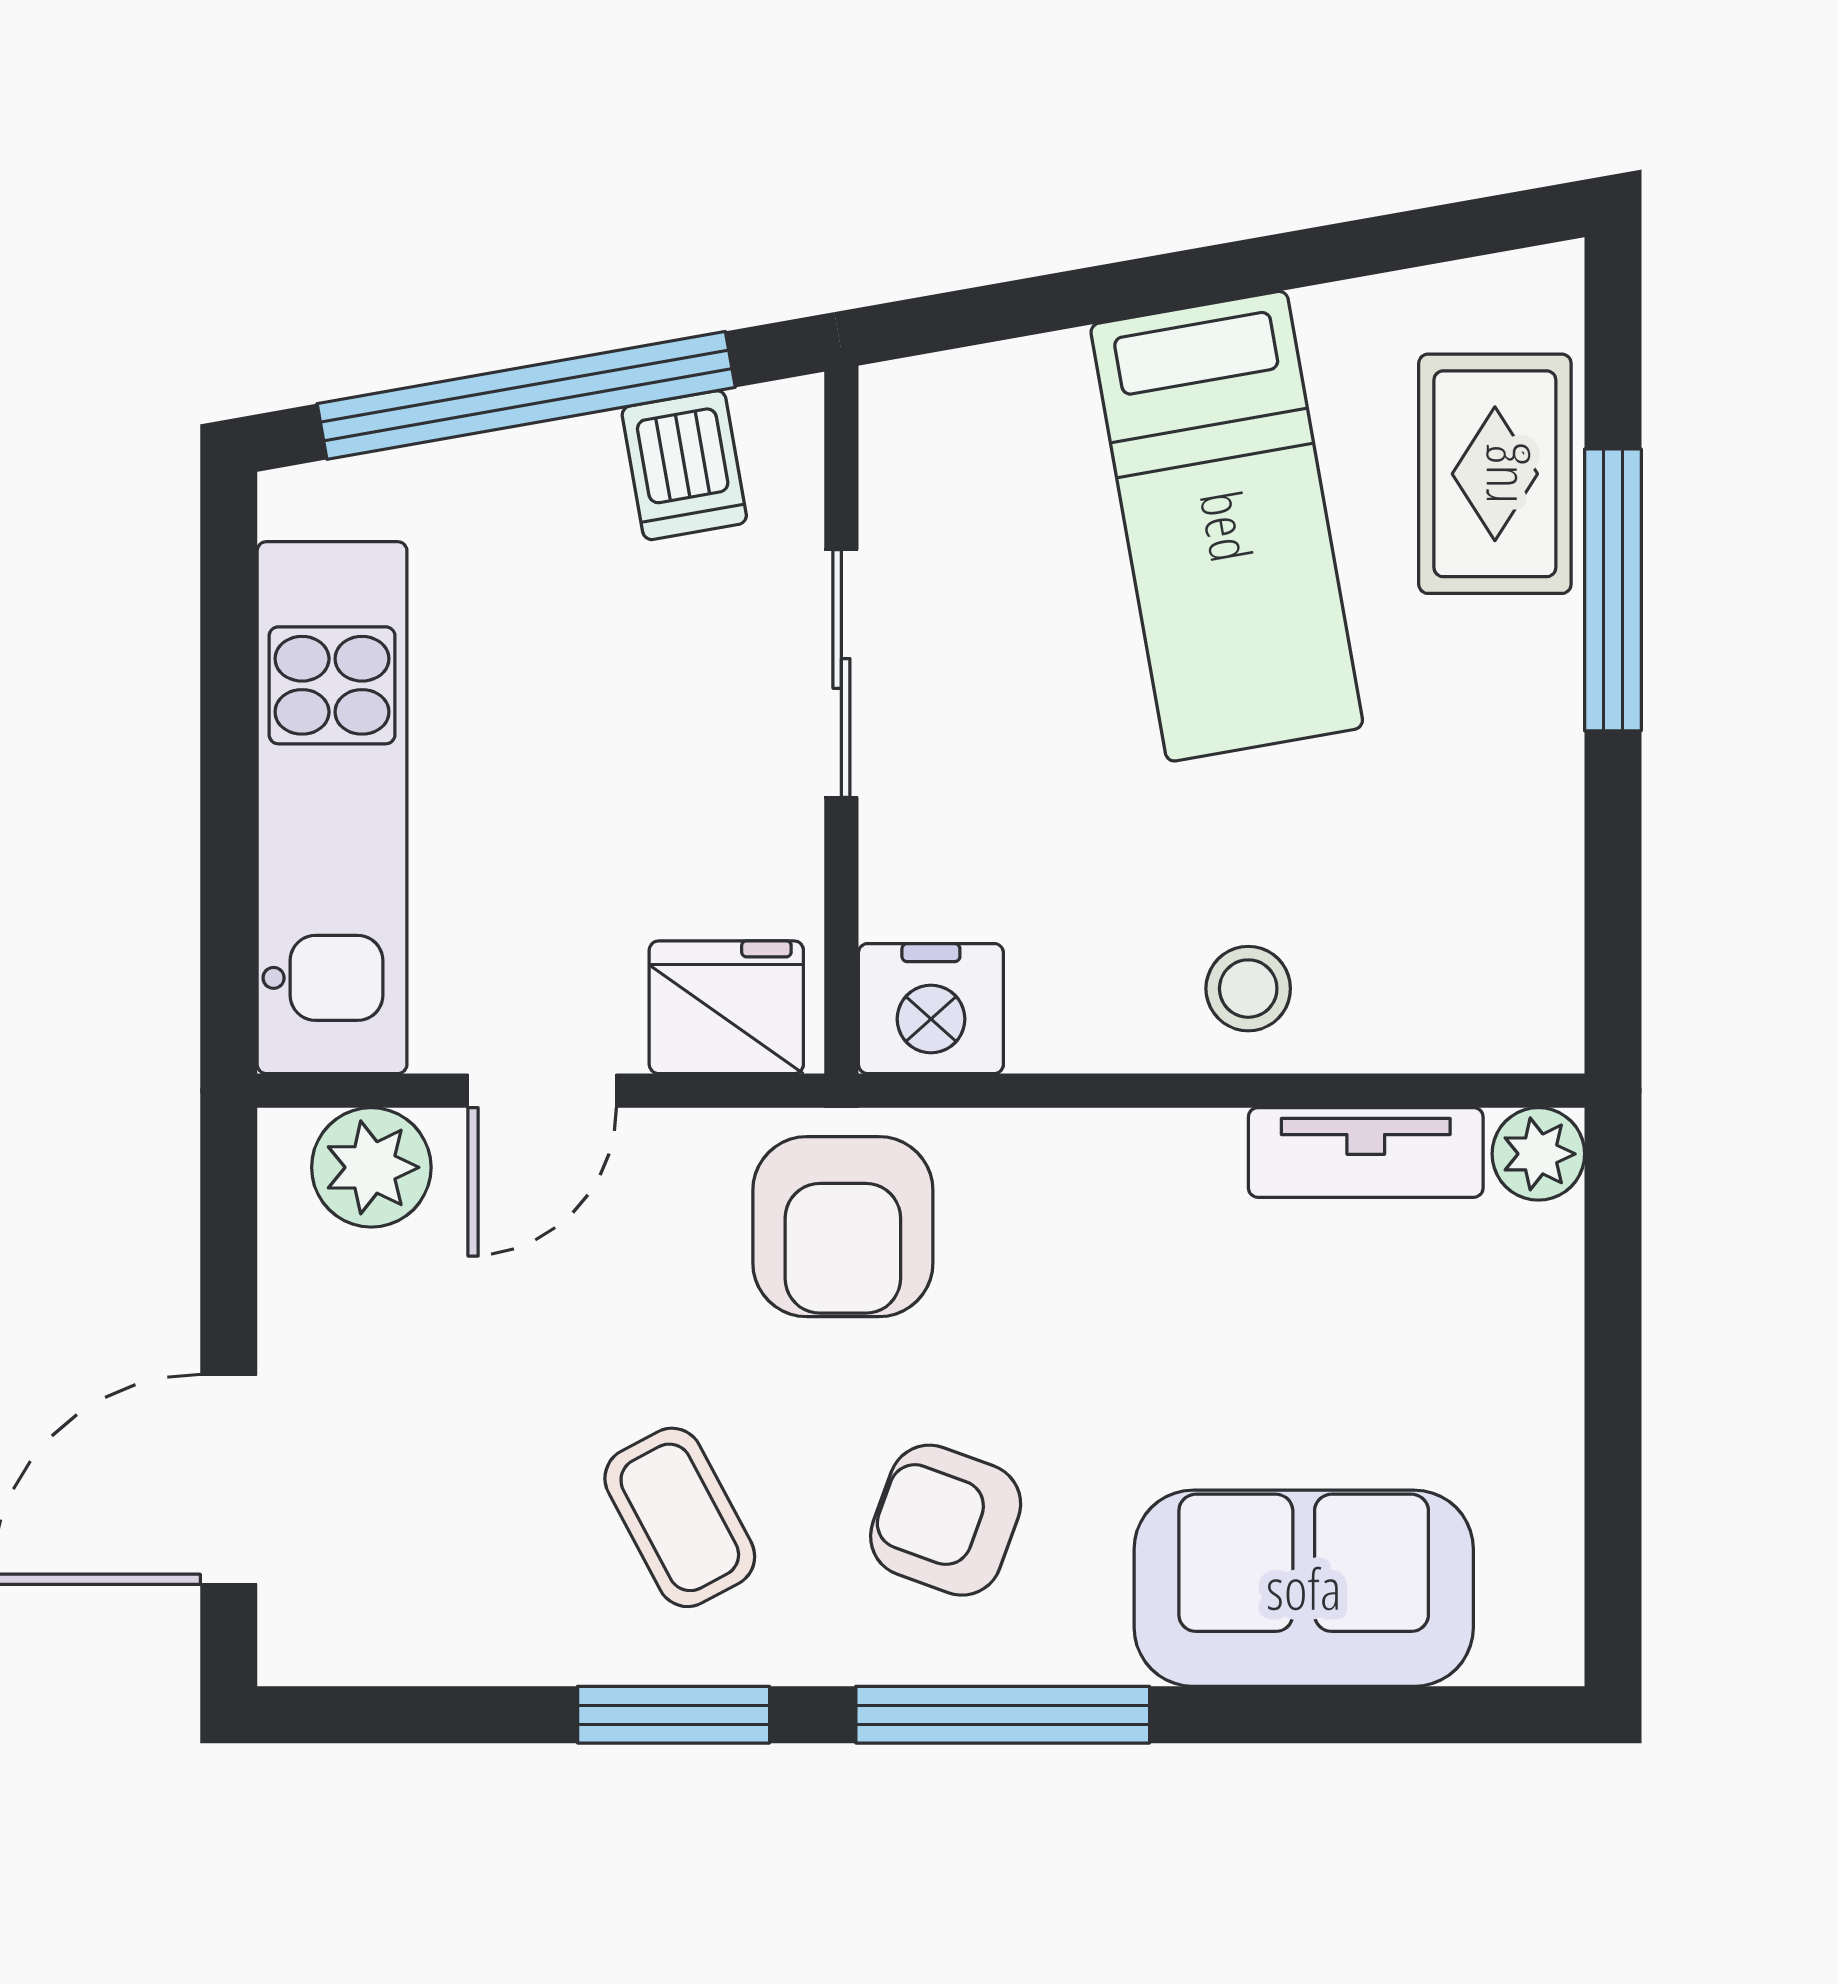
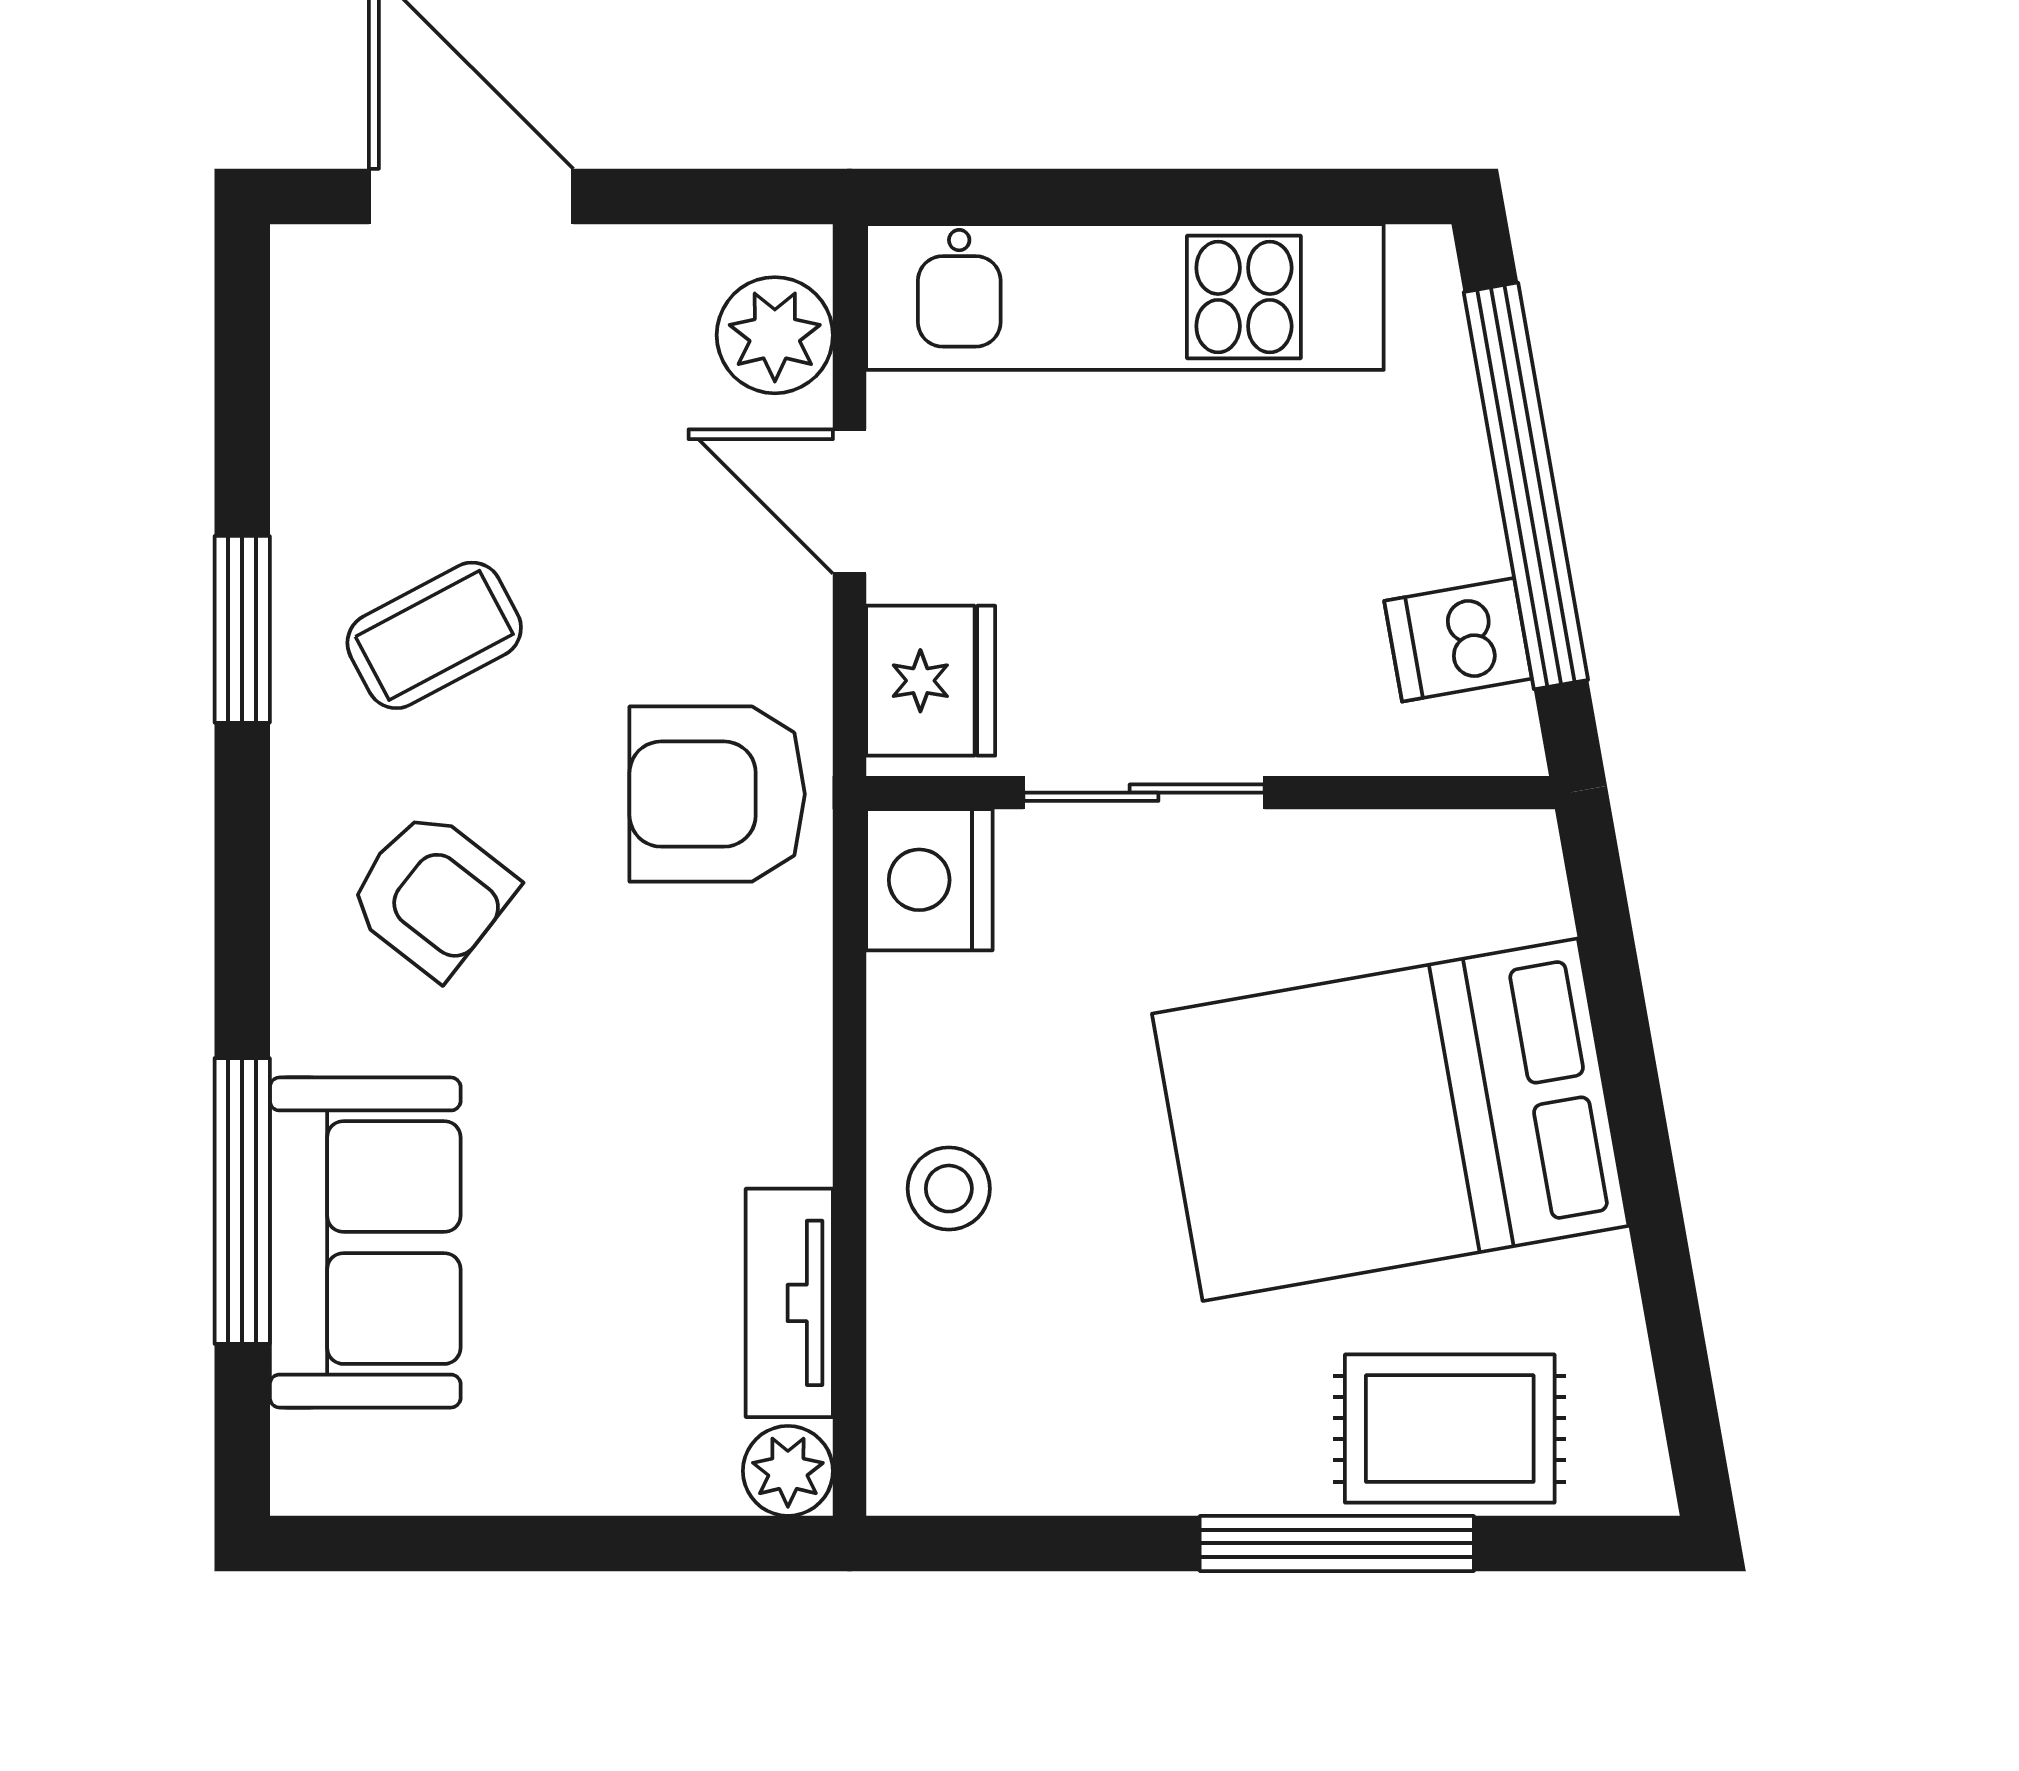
bed: (1227, 526) -> (1390, 1120), width x1.50
sliding door: (841, 673) -> (1144, 793), moved
armchair: (946, 1520) -> (432, 894), turned 108
window: (1003, 1715) -> (242, 1201), moved

